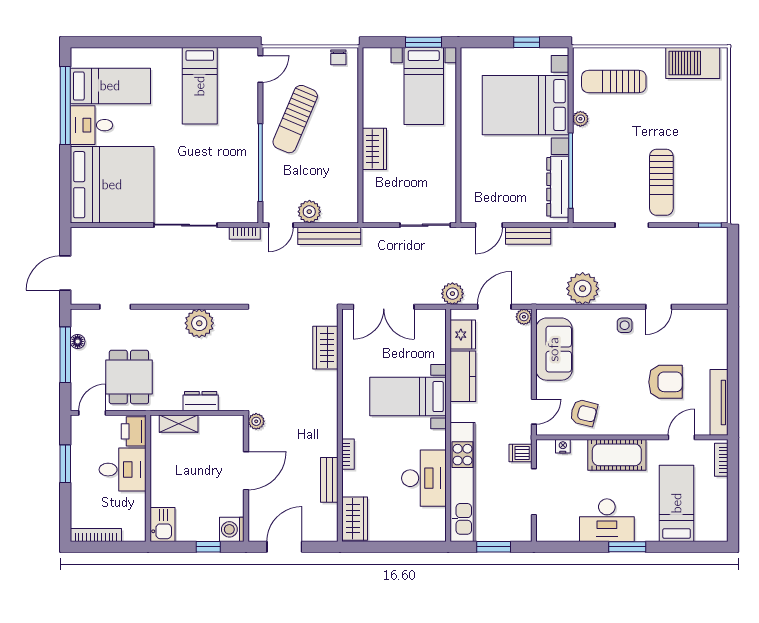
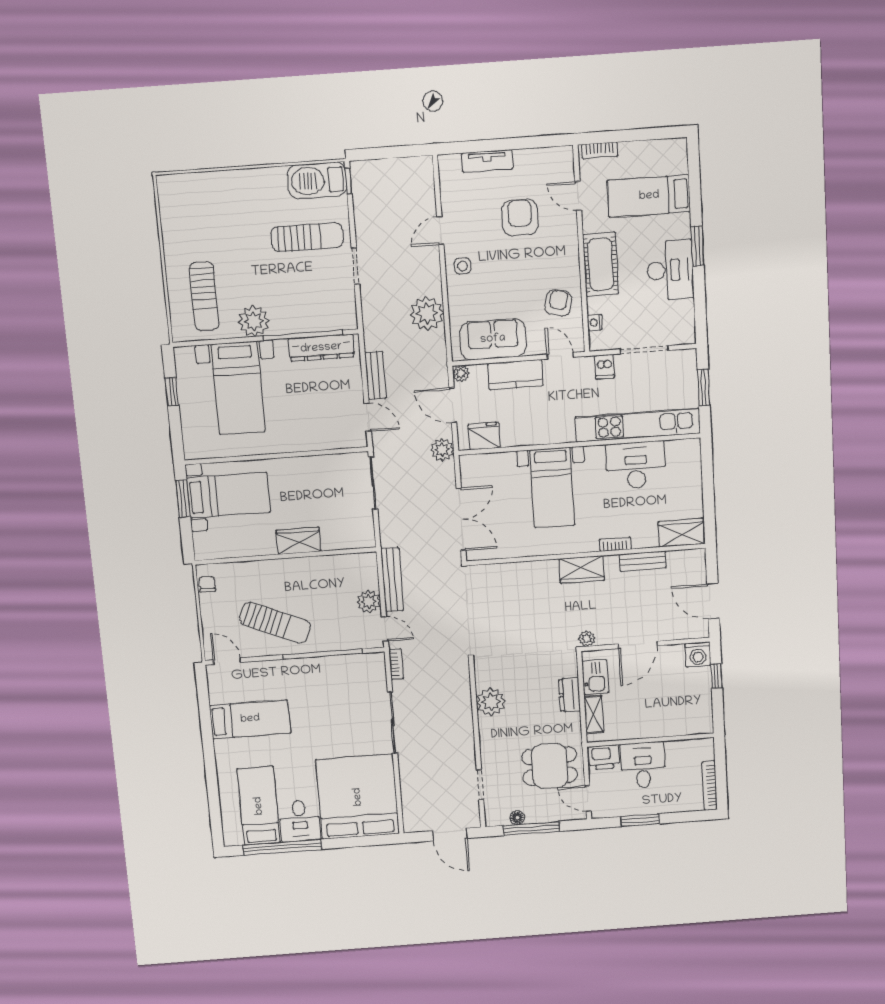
chair: (338, 57) -> (207, 584), turned -90
barbecue: (693, 63) -> (317, 180), moved, turned 90
bed with nightstands: (525, 105) -> (238, 388), width x0.73
plant: (580, 119) -> (254, 321), width x1.88, depth x1.88
door: (659, 307) -> (440, 231), swing flipped
wardrobe: (325, 348) -> (582, 570), moved
kitchen counter: (463, 376) -> (515, 375), moved, turned 180
tv unit: (719, 402) -> (487, 161), moved, width x0.71
door: (246, 471) -> (638, 645), swing flipped
kitchen sink: (162, 524) -> (595, 677), moved, turned 90

